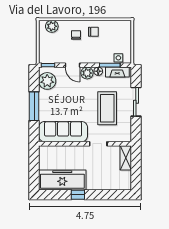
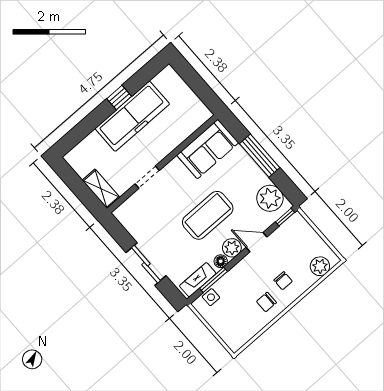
coffee table: (107, 108) -> (208, 215), moved, turned 90
sofa: (63, 132) -> (208, 149), width x0.73
freezer: (62, 180) -> (132, 116), moved

